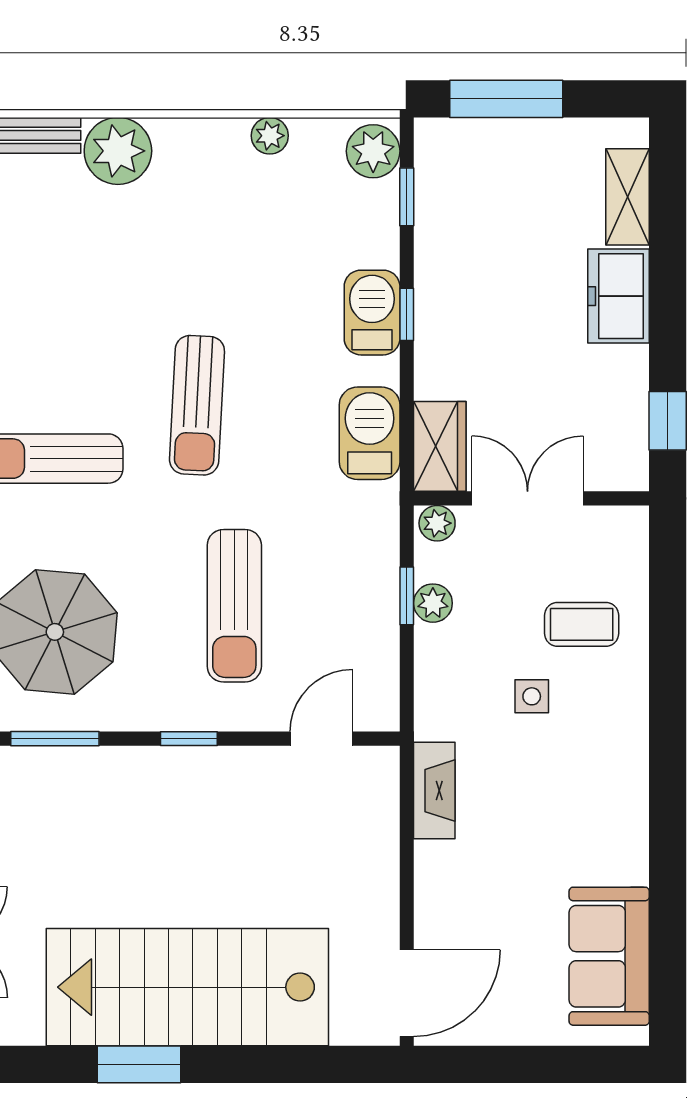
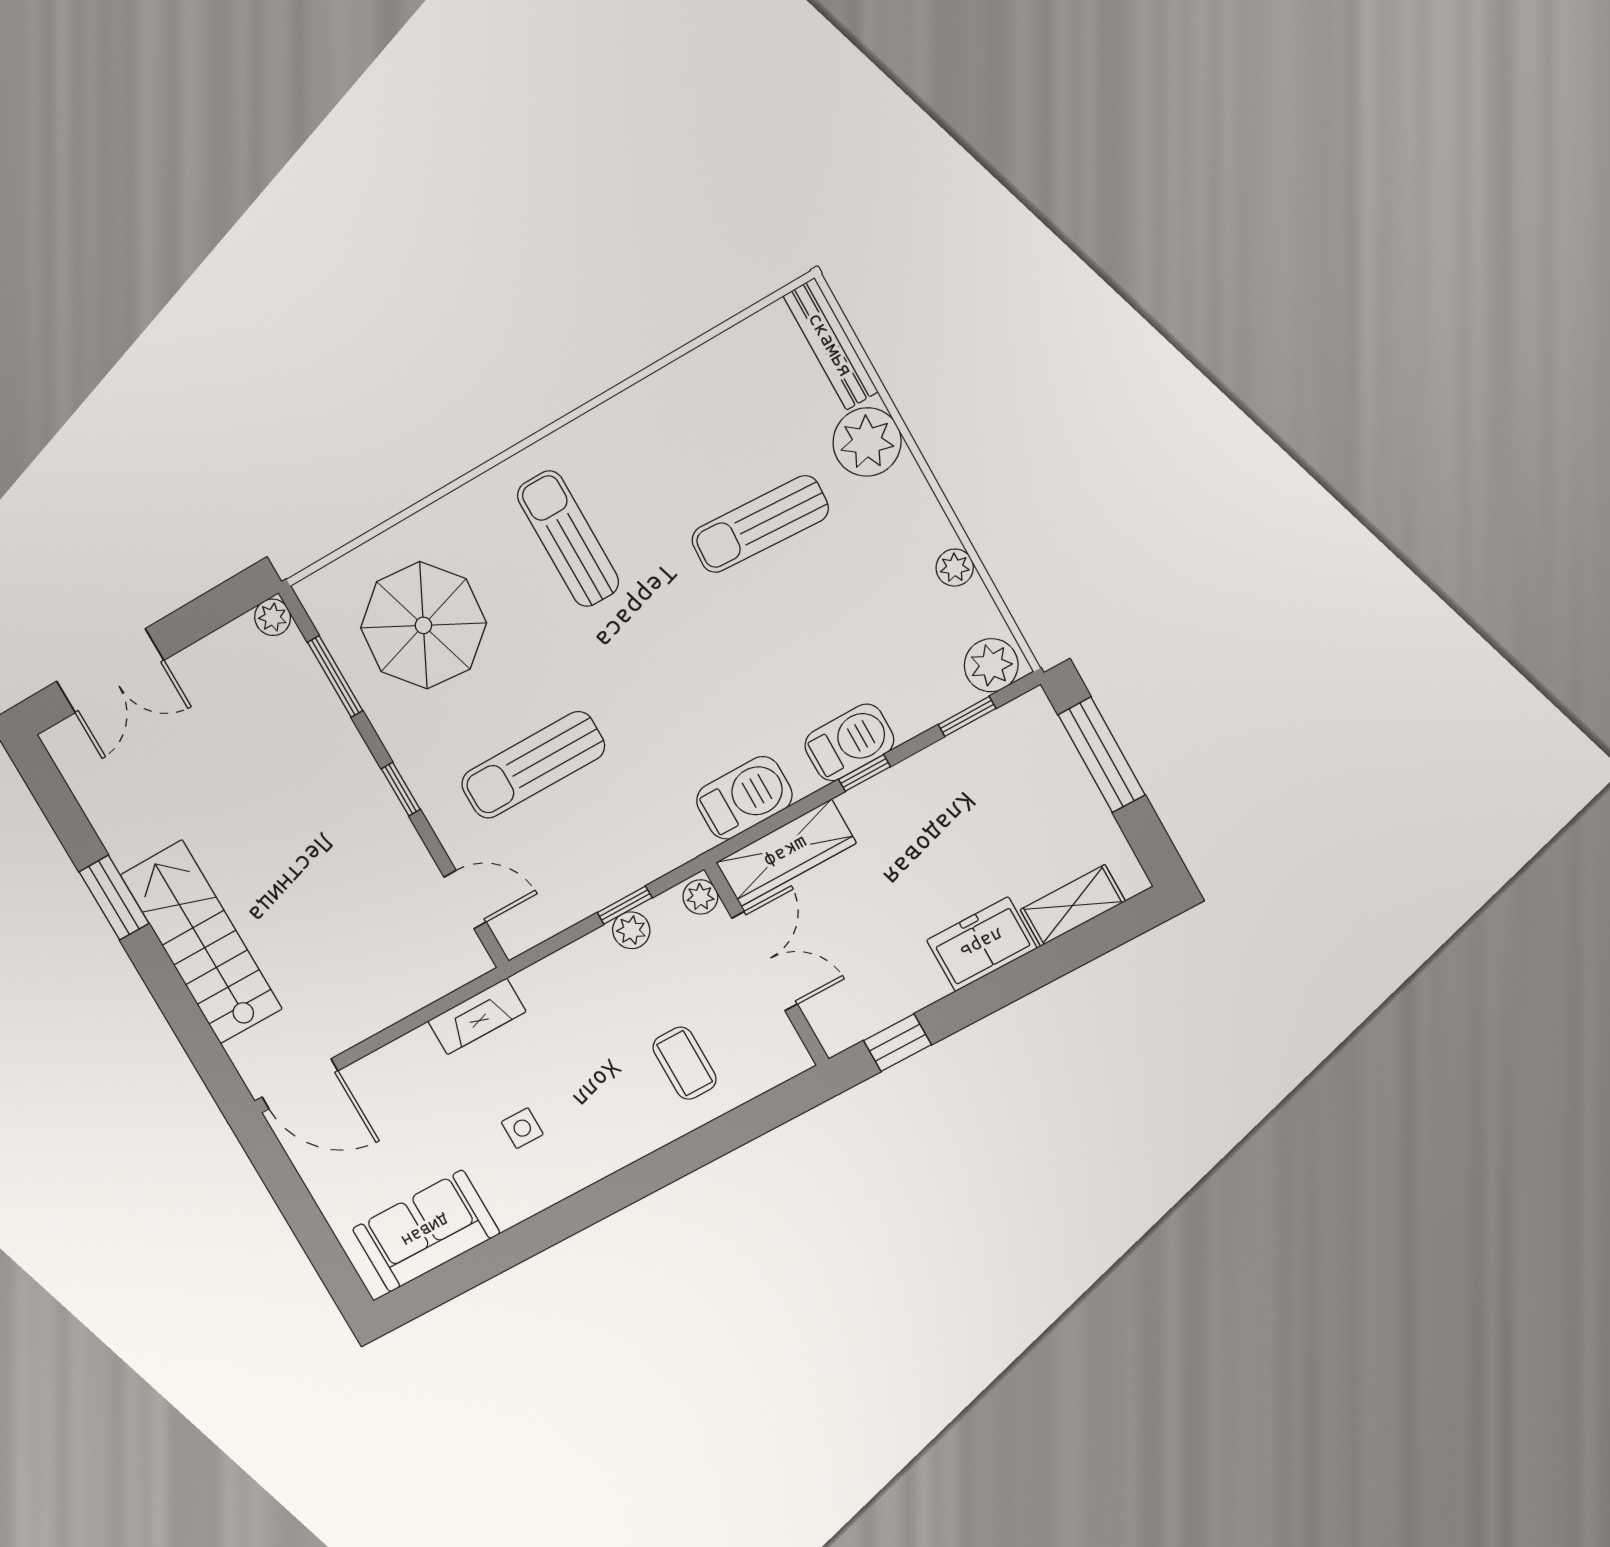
sun lounger: (197, 405) -> (760, 524), moved
wardrobe: (440, 446) -> (786, 853), width x1.50
side table: (532, 696) -> (522, 1128), moved
stairs: (187, 987) -> (201, 942), width x0.73, depth x0.66

